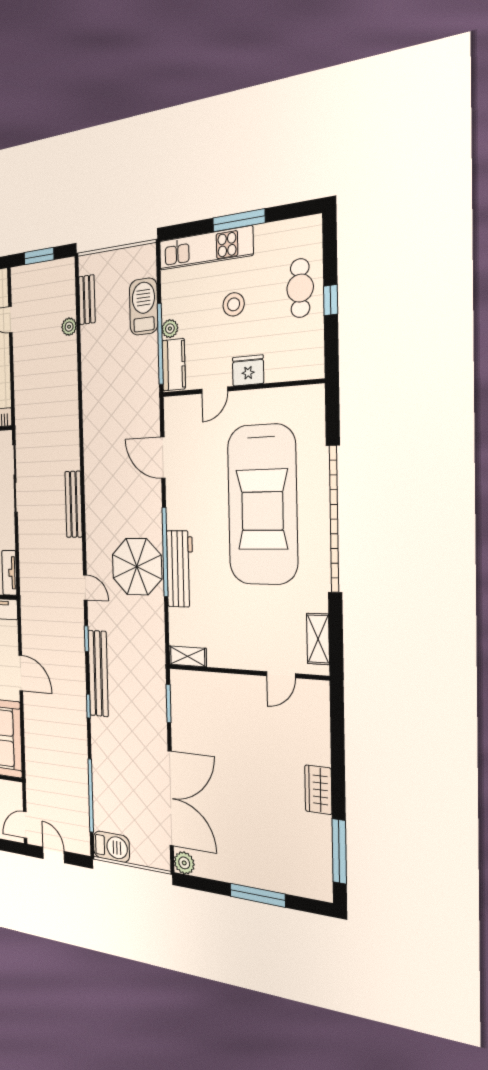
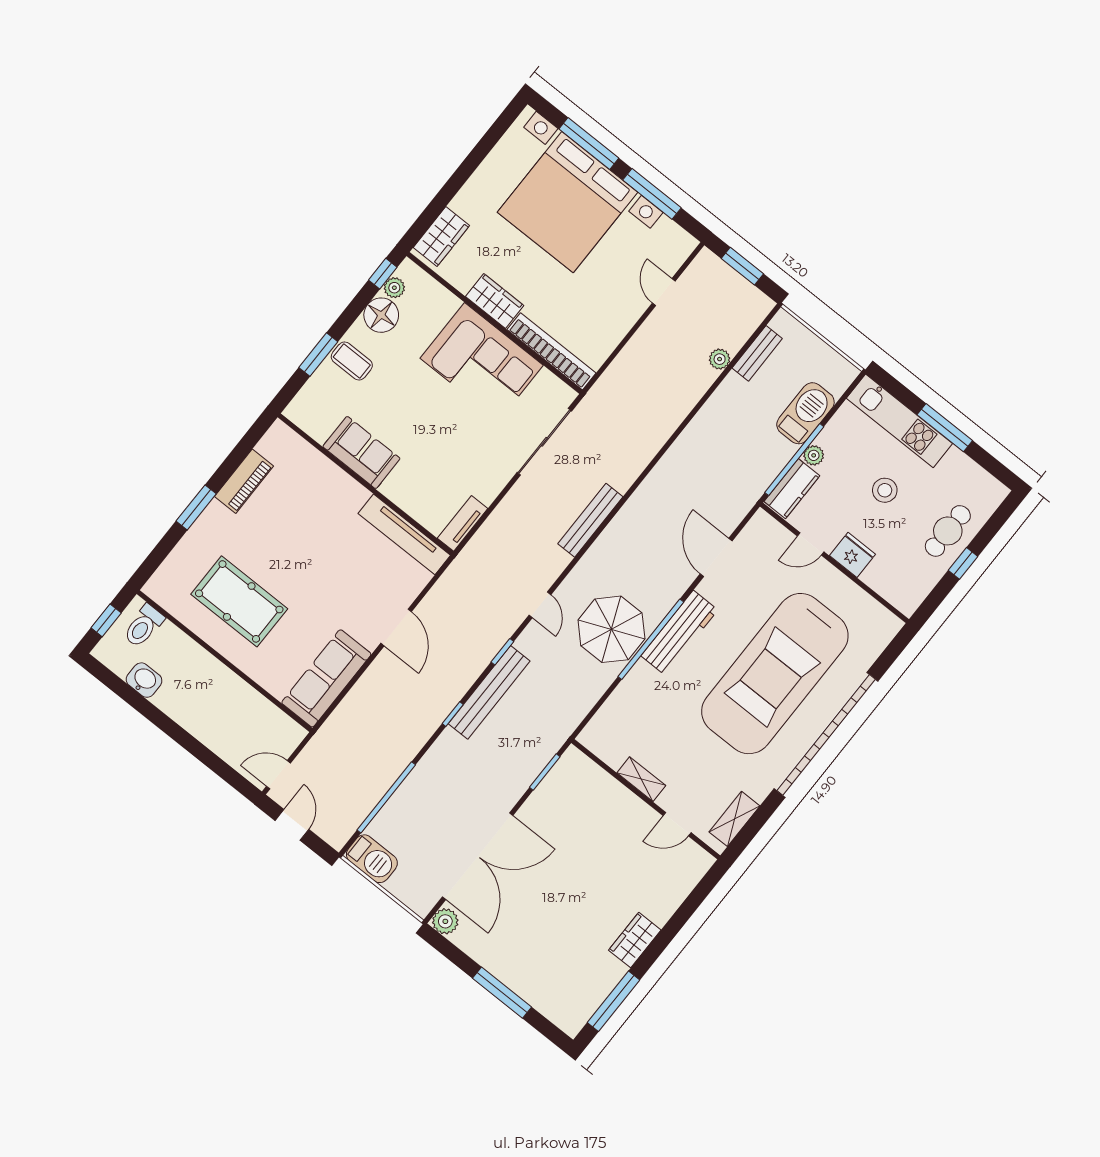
workbench: (180, 569) -> (679, 633), moved
shelving: (188, 656) -> (641, 779), moved

